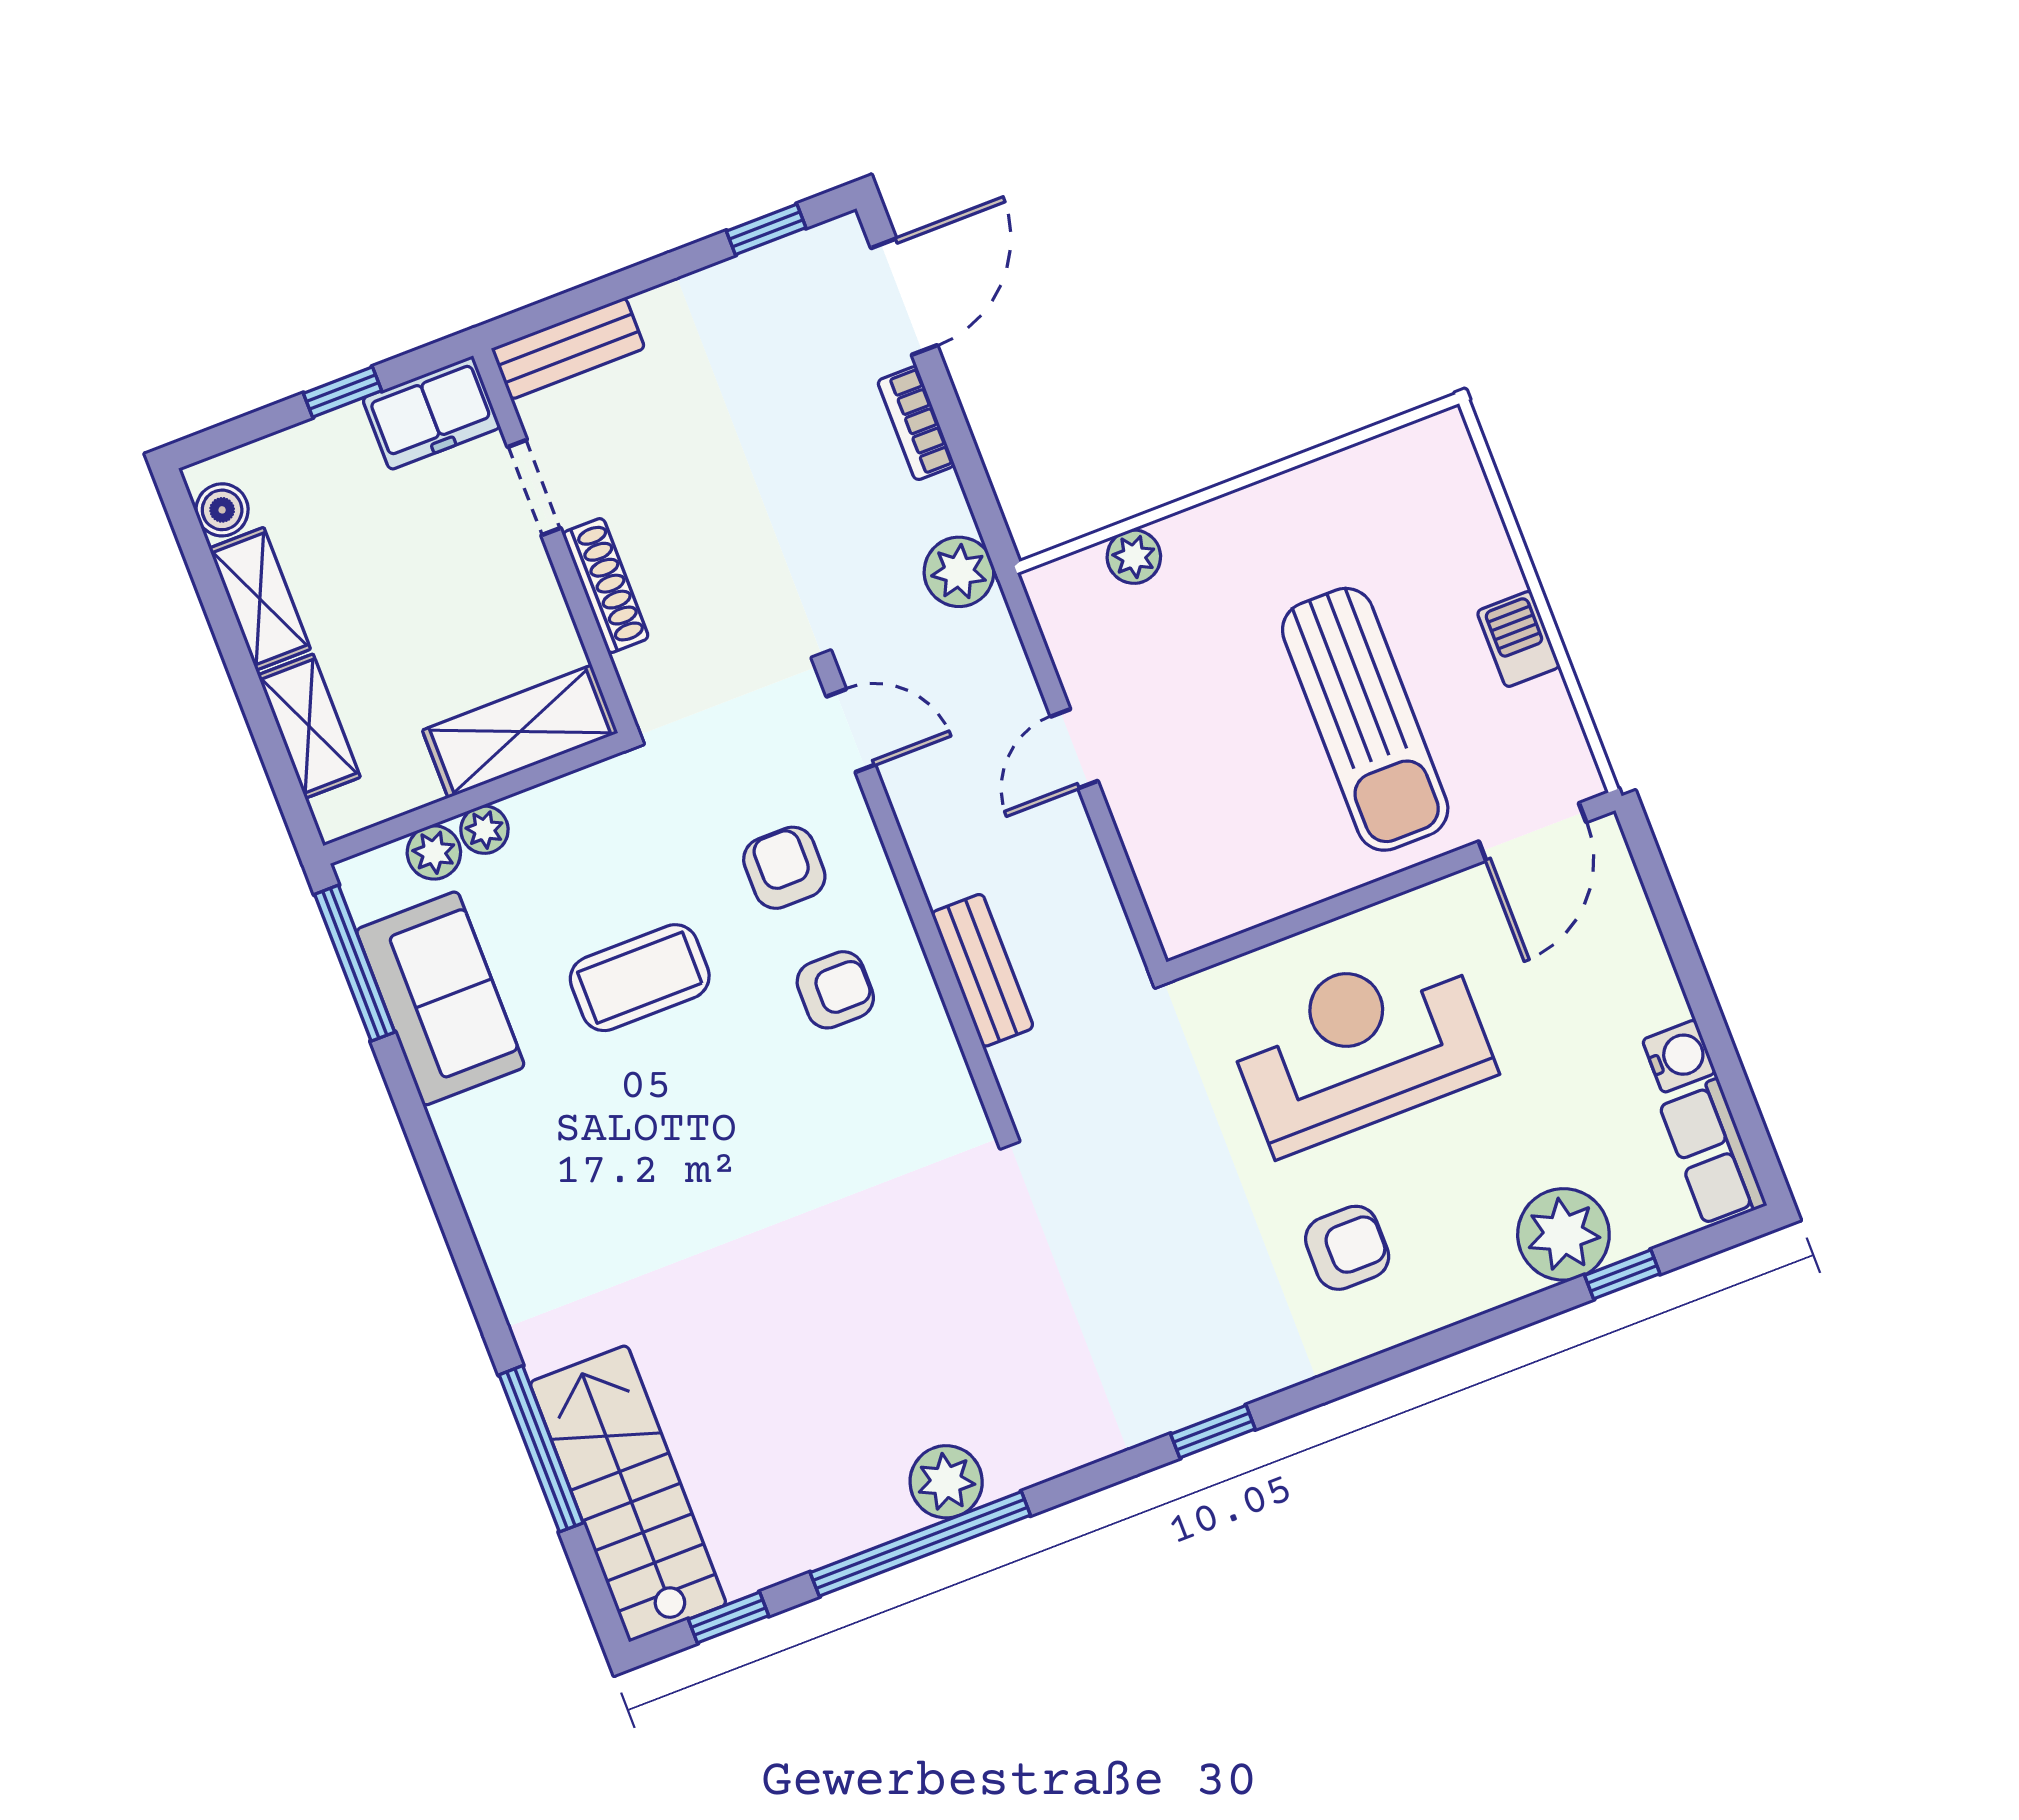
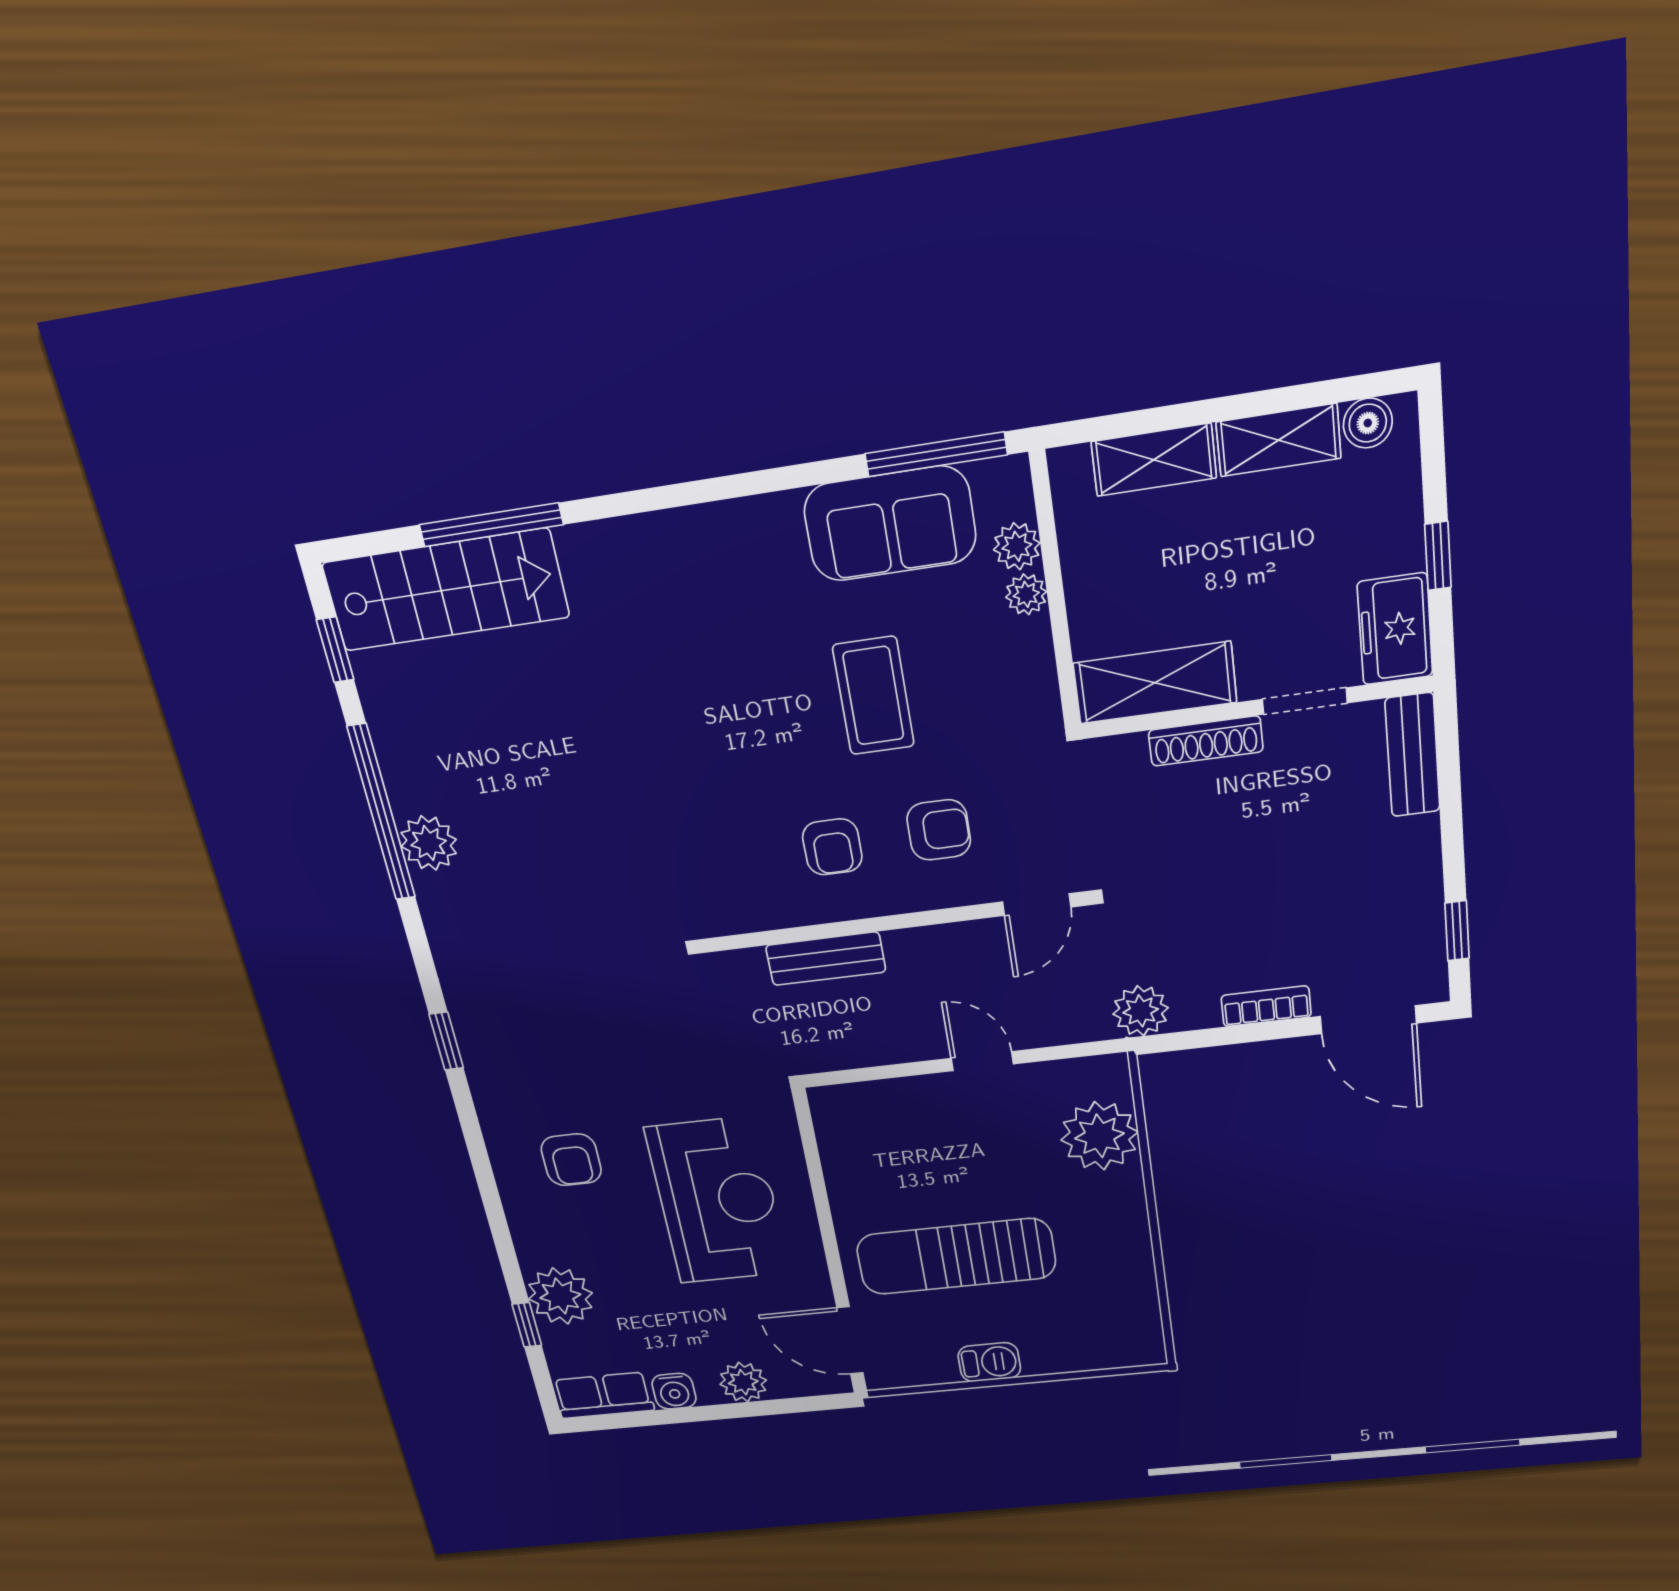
plant: (1134, 557) -> (1099, 1136), width x1.88, depth x1.88
shelving: (520, 731) -> (1155, 683), moved, turned 90
plant: (1639, 964) -> (743, 1382), added

